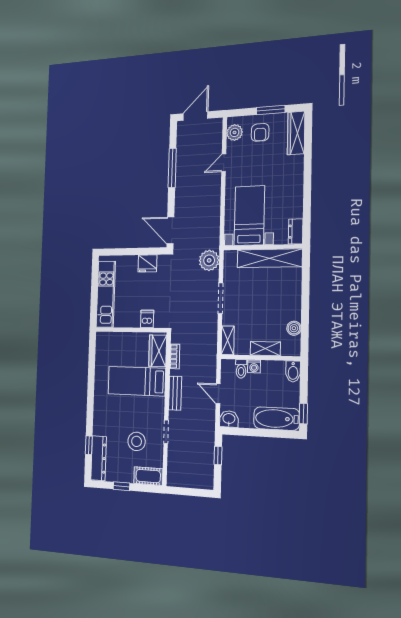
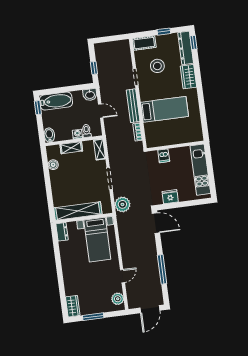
armchair: (260, 132) -> (99, 300), removed
wardrobe: (296, 133) -> (73, 306), width x0.67
wardrobe: (158, 351) -> (188, 77), moved, turned 180
bench: (175, 393) -> (133, 106), width x1.36
window: (89, 445) -> (193, 42), moved

